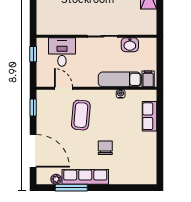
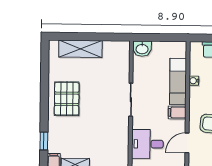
washbasin: (130, 45) -> (142, 49), moved, turned 90
filing cabinet: (148, 79) -> (177, 112), moved

